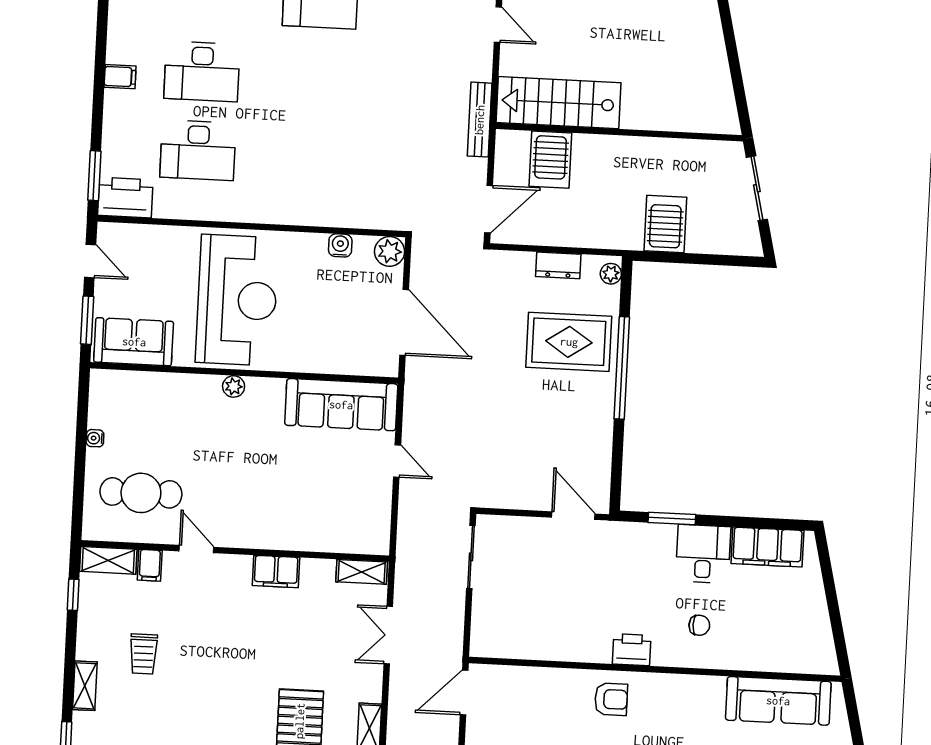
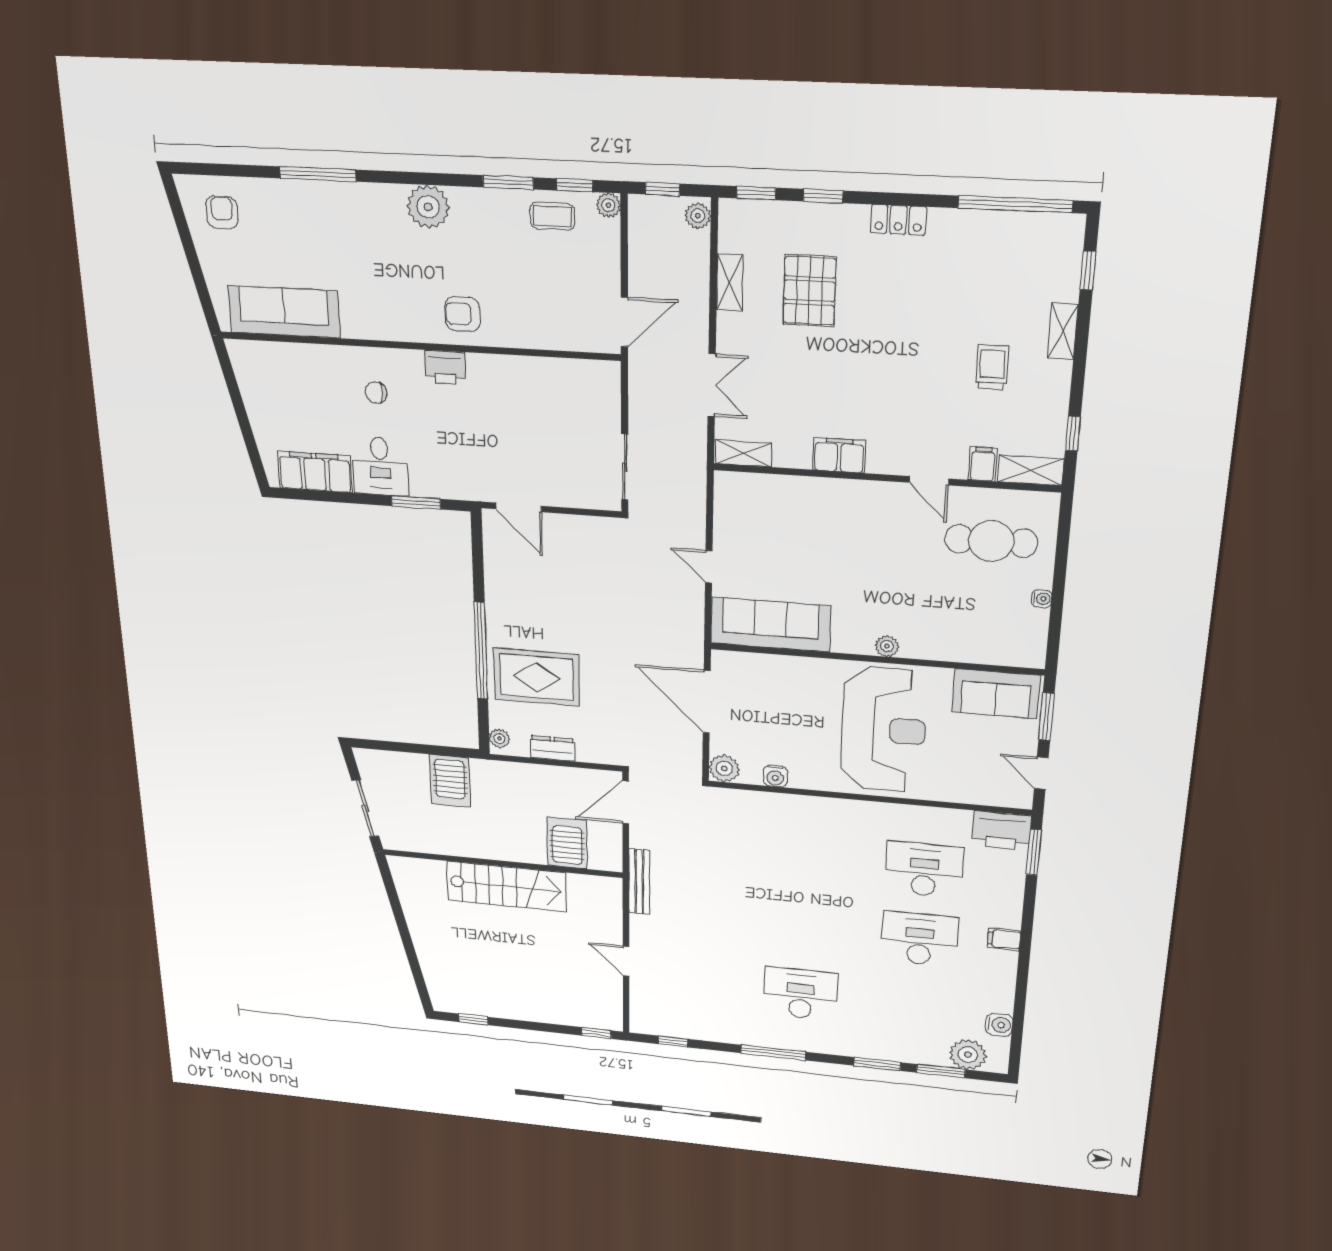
stairs: (559, 103) -> (507, 886), moved
reception desk: (237, 300) -> (883, 730), turned 180

